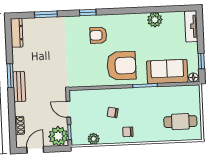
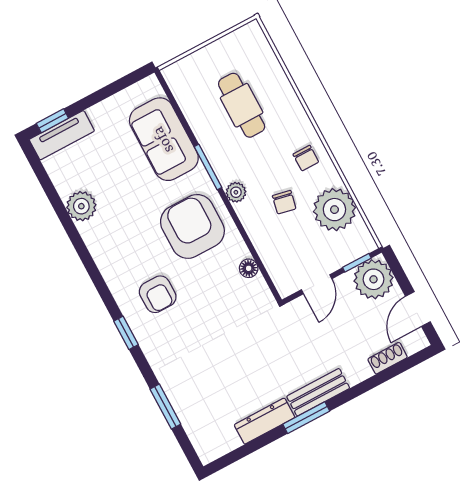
dresser: (17, 33) -> (265, 421), moved
window: (201, 61) -> (52, 121), moved
floor lamp: (193, 78) -> (249, 268), moved
plant: (128, 93) -> (236, 192), added
cafe table: (180, 122) -> (242, 105), moved
plant: (94, 139) -> (334, 210), width x1.88, depth x1.88
door: (35, 150) -> (418, 309), hinge flipped

